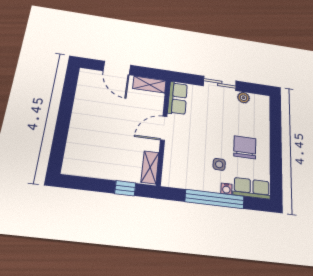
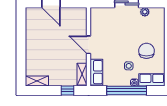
shelving: (149, 85) -> (37, 81), moved
row of seats: (177, 98) -> (96, 72), moved
door: (164, 128) -> (89, 45), hinge flipped

